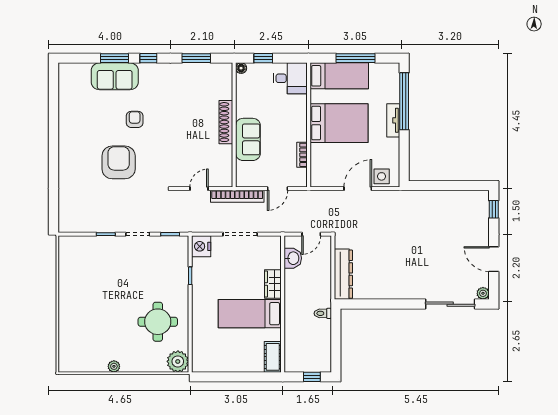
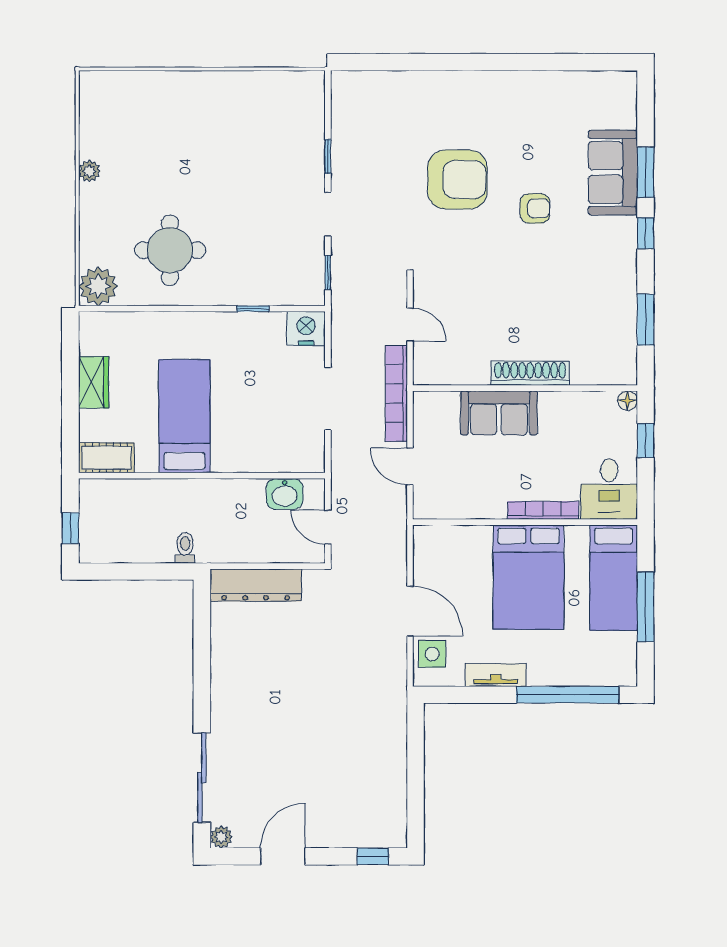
tv unit: (393, 120) -> (496, 675), moved
bookcase: (302, 155) -> (543, 510), moved, width x1.56
wardrobe: (273, 284) -> (94, 382), moved, turned 90

